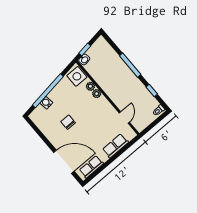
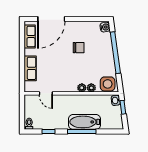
bathtub: (121, 69) -> (85, 122), added
water cooler: (46, 103) -> (105, 27), moved

